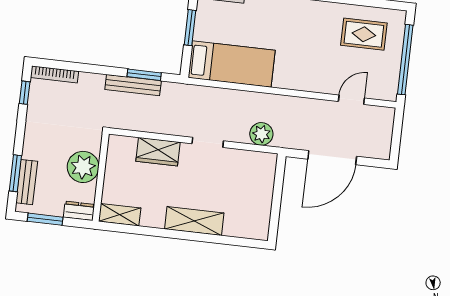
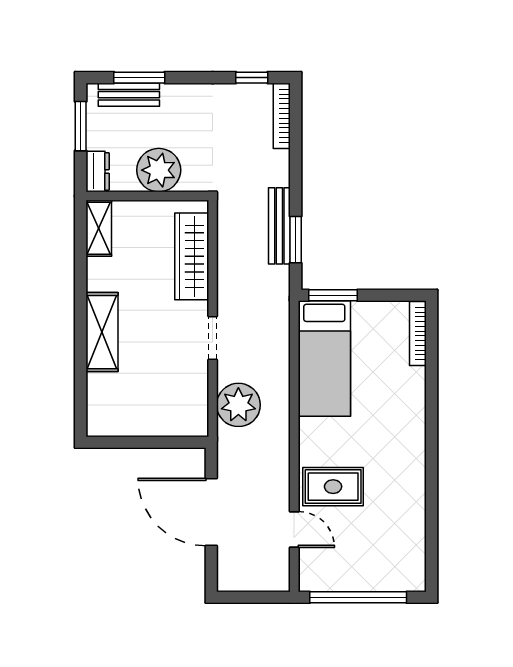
window: (190, 28) -> (333, 295), moved
rug: (364, 34) -> (333, 487), moved, turned 90
plant: (261, 134) -> (238, 405), width x1.36, depth x1.36
wardrobe: (158, 152) -> (192, 256), width x1.50

